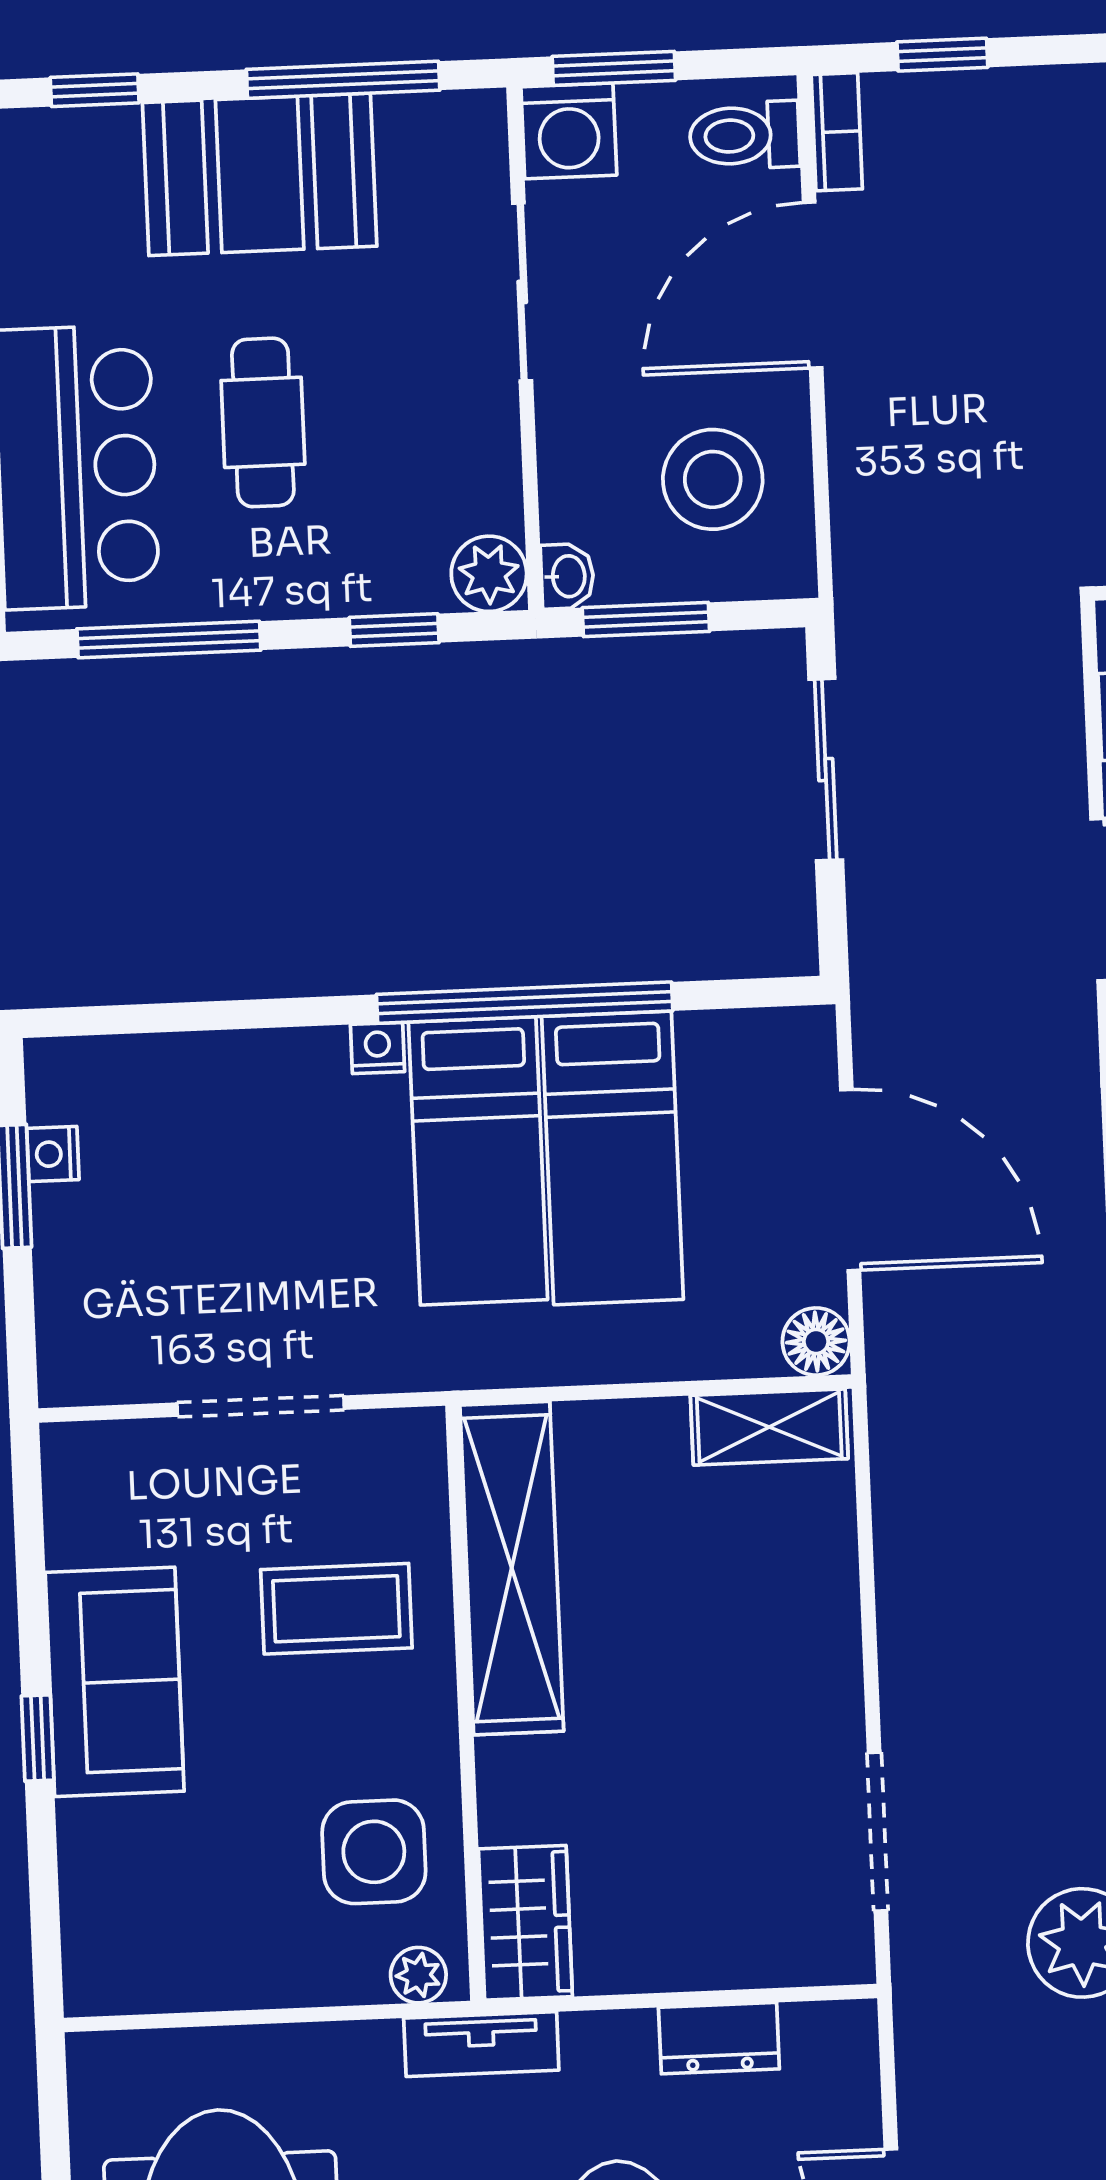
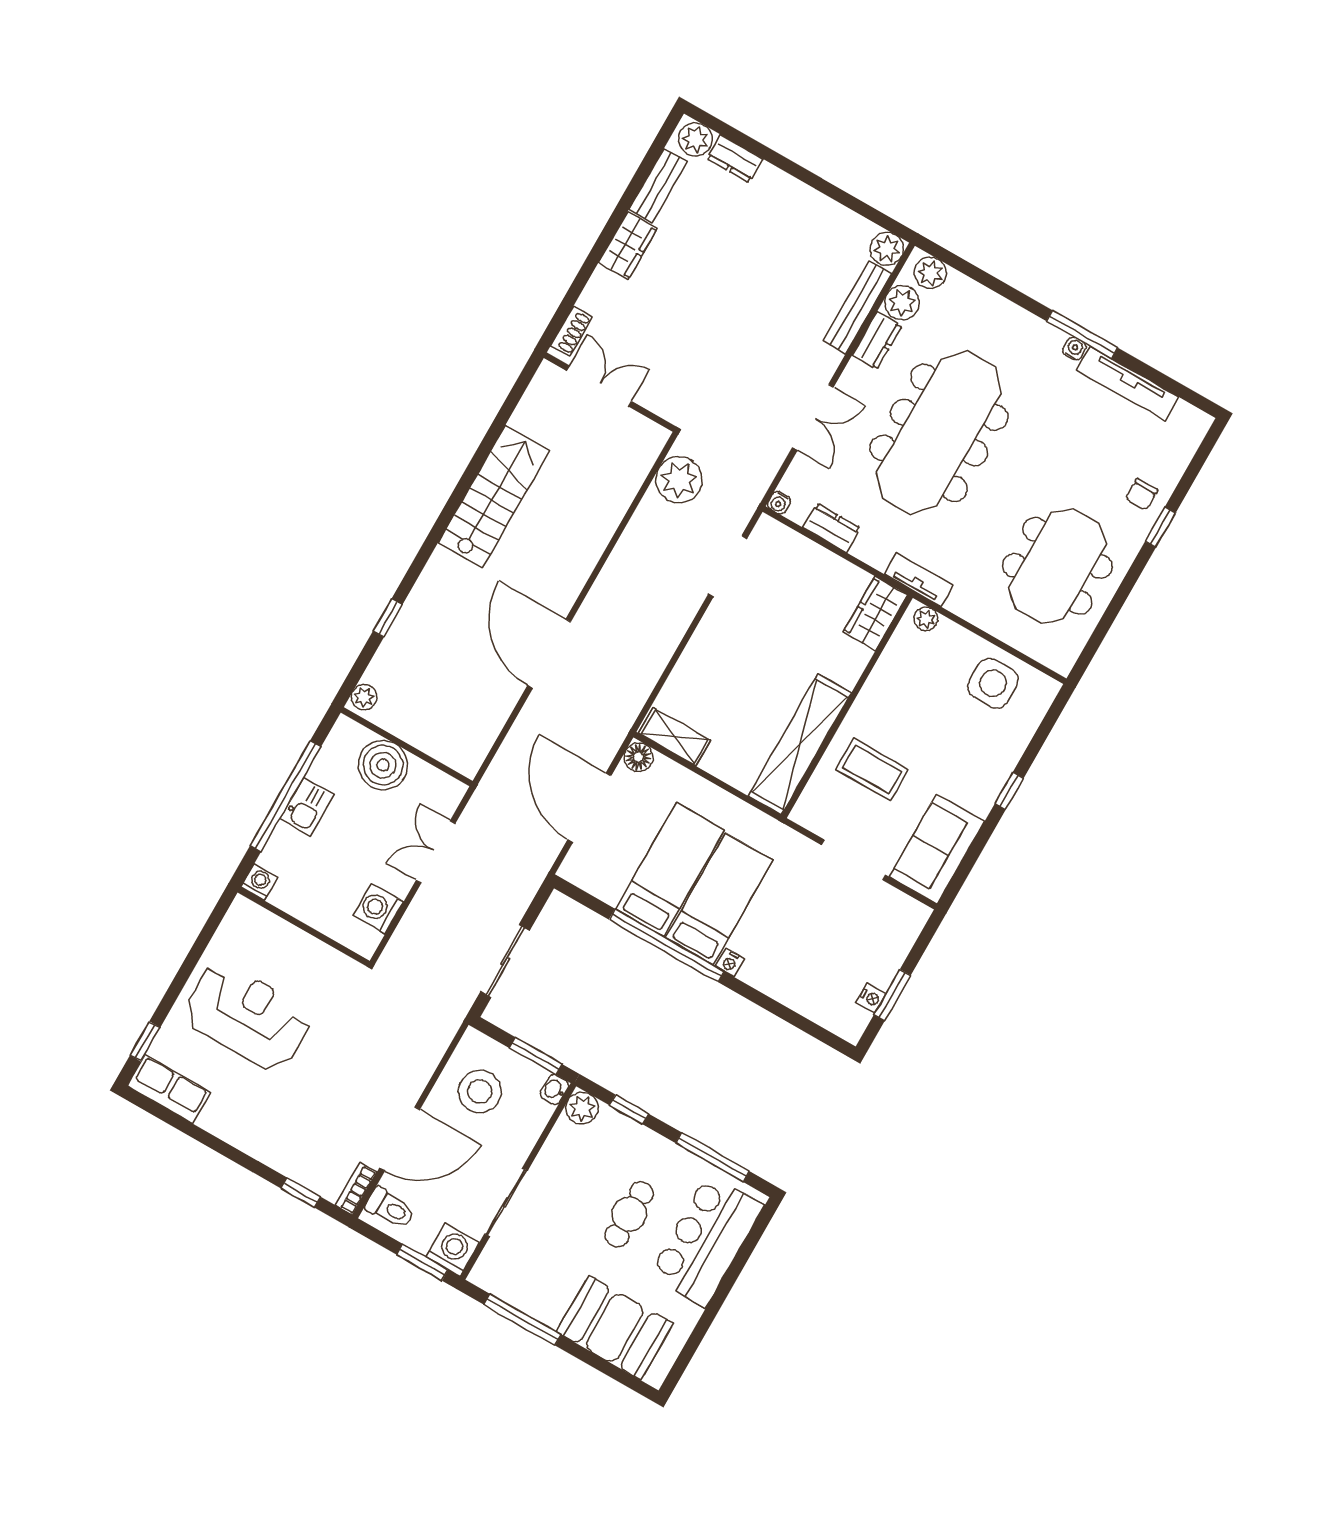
window: (95, 90) -> (614, 1372), removed
booth: (260, 174) -> (615, 1328), moved
sofa: (115, 1682) -> (937, 849), moved
side table: (374, 1852) -> (993, 683), moved
water cooler: (855, 2022) -> (779, 503), added

